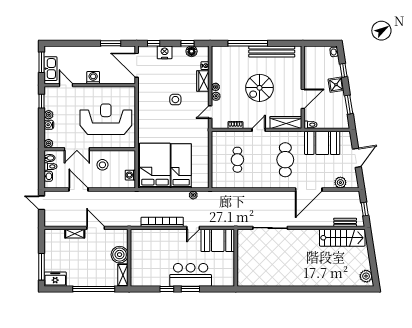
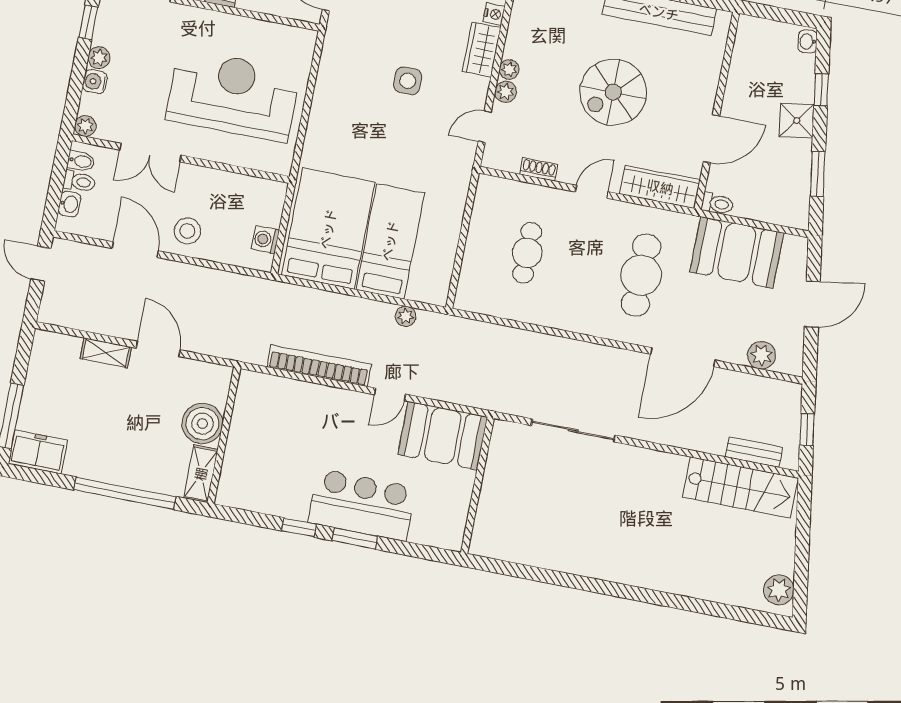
stool: (102, 165) -> (187, 231), moved

